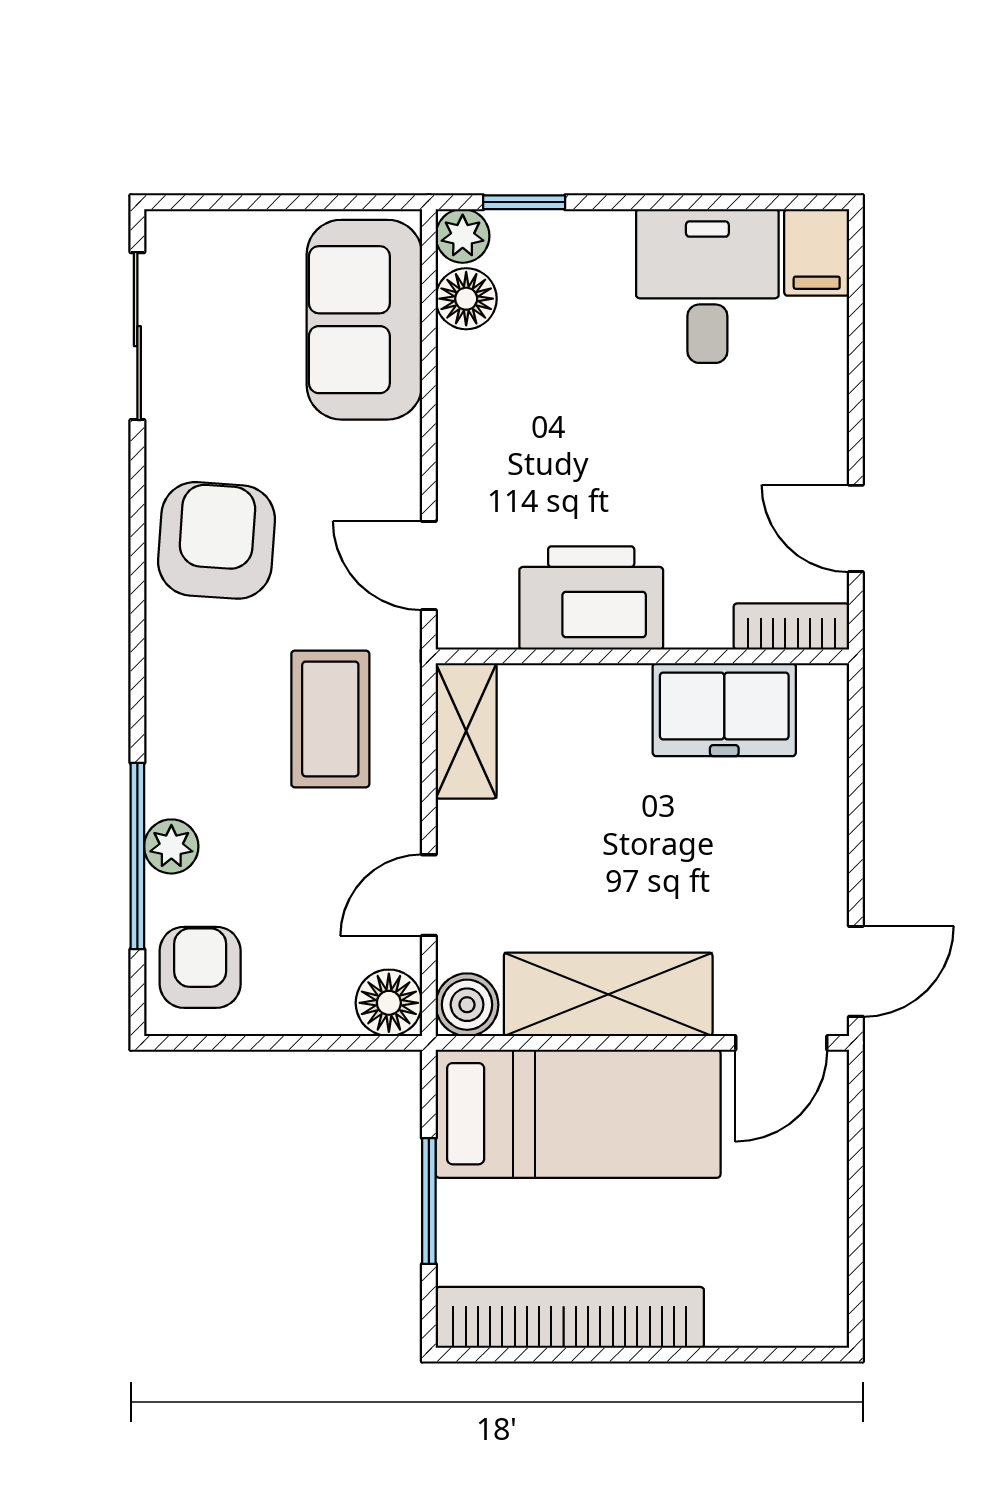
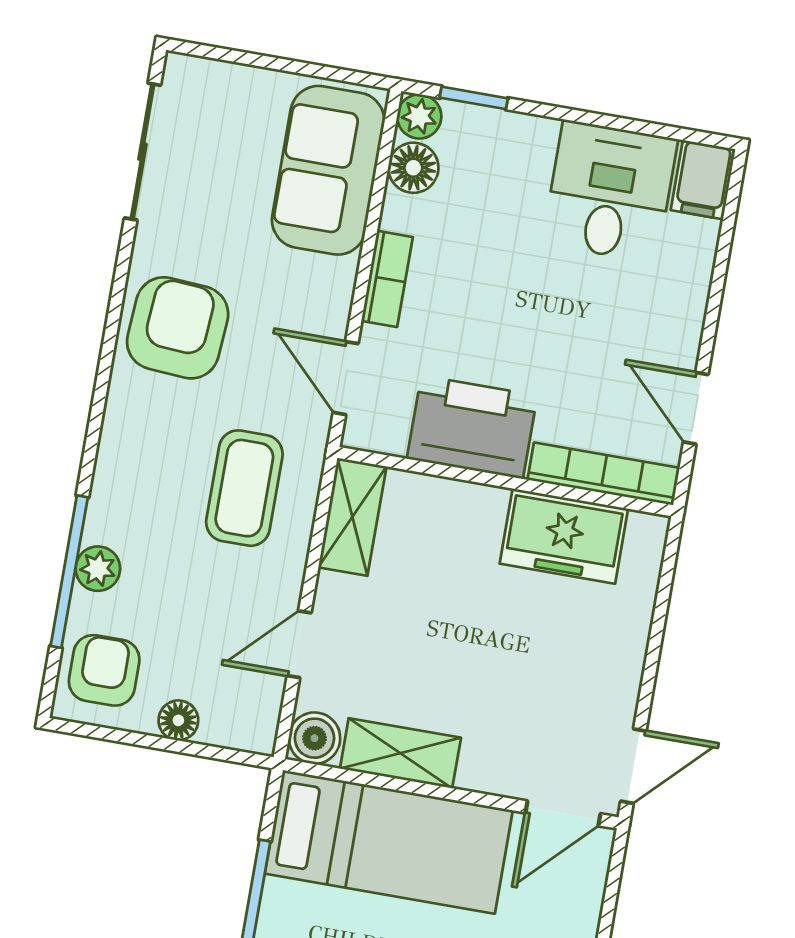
bookcase: (458, 438) -> (387, 279), added
bookcase: (791, 627) -> (604, 474), width x1.56
shelving: (608, 994) -> (400, 753), width x0.67, depth x0.75
floor lamp: (389, 1003) -> (178, 720), moved, width x0.73, depth x0.73

